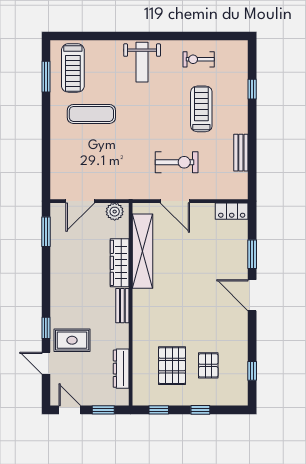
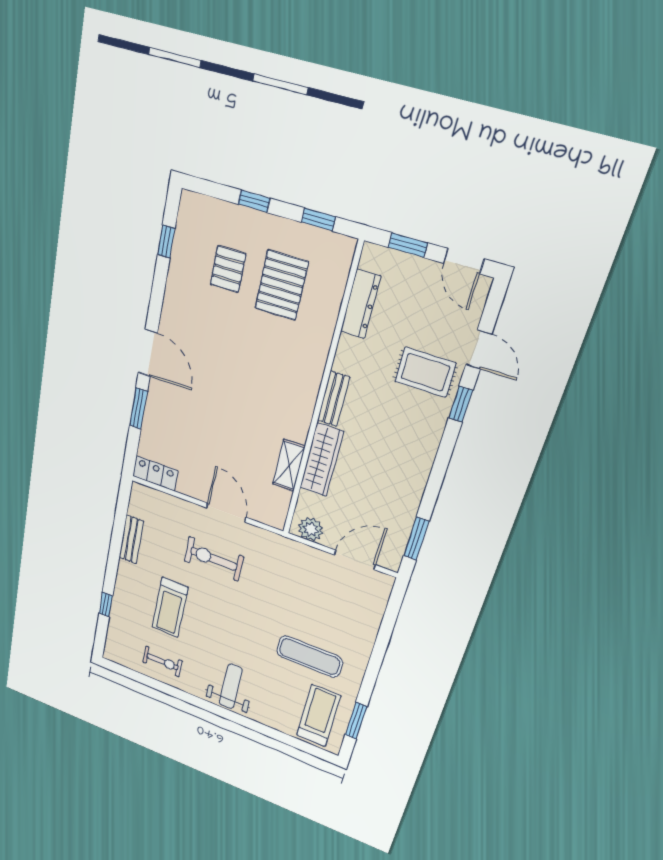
shelving: (143, 251) -> (289, 465), width x0.45, depth x0.75

